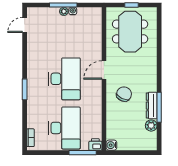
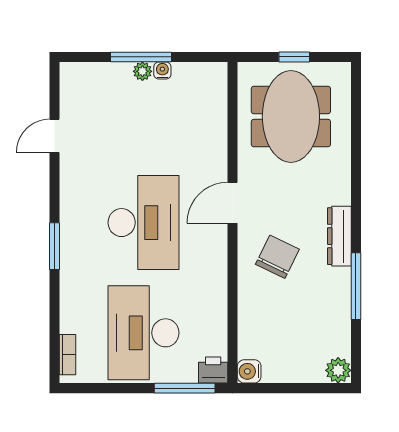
door: (25, 25) -> (55, 136), moved
dresser: (152, 106) -> (339, 236), moved
plant: (151, 126) -> (338, 370), moved
desk: (64, 128) -> (144, 333), turned 180

